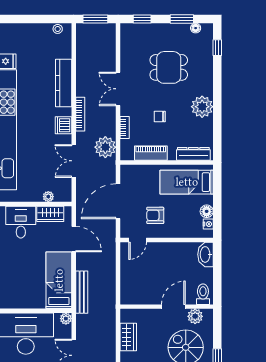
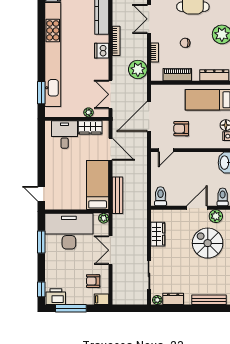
double door: (74, 161) -> (110, 94), moved
toilet: (131, 293) -> (160, 196), added

